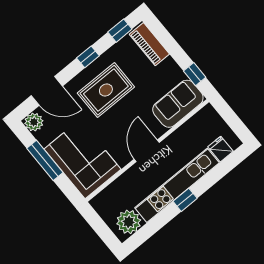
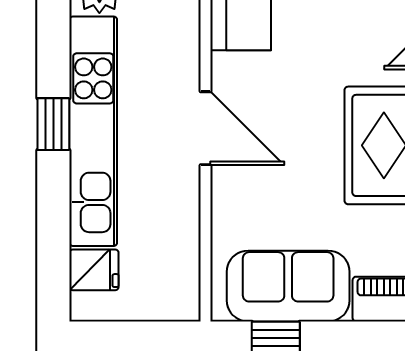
sofa: (178, 104) -> (288, 286), moved, turned -90

